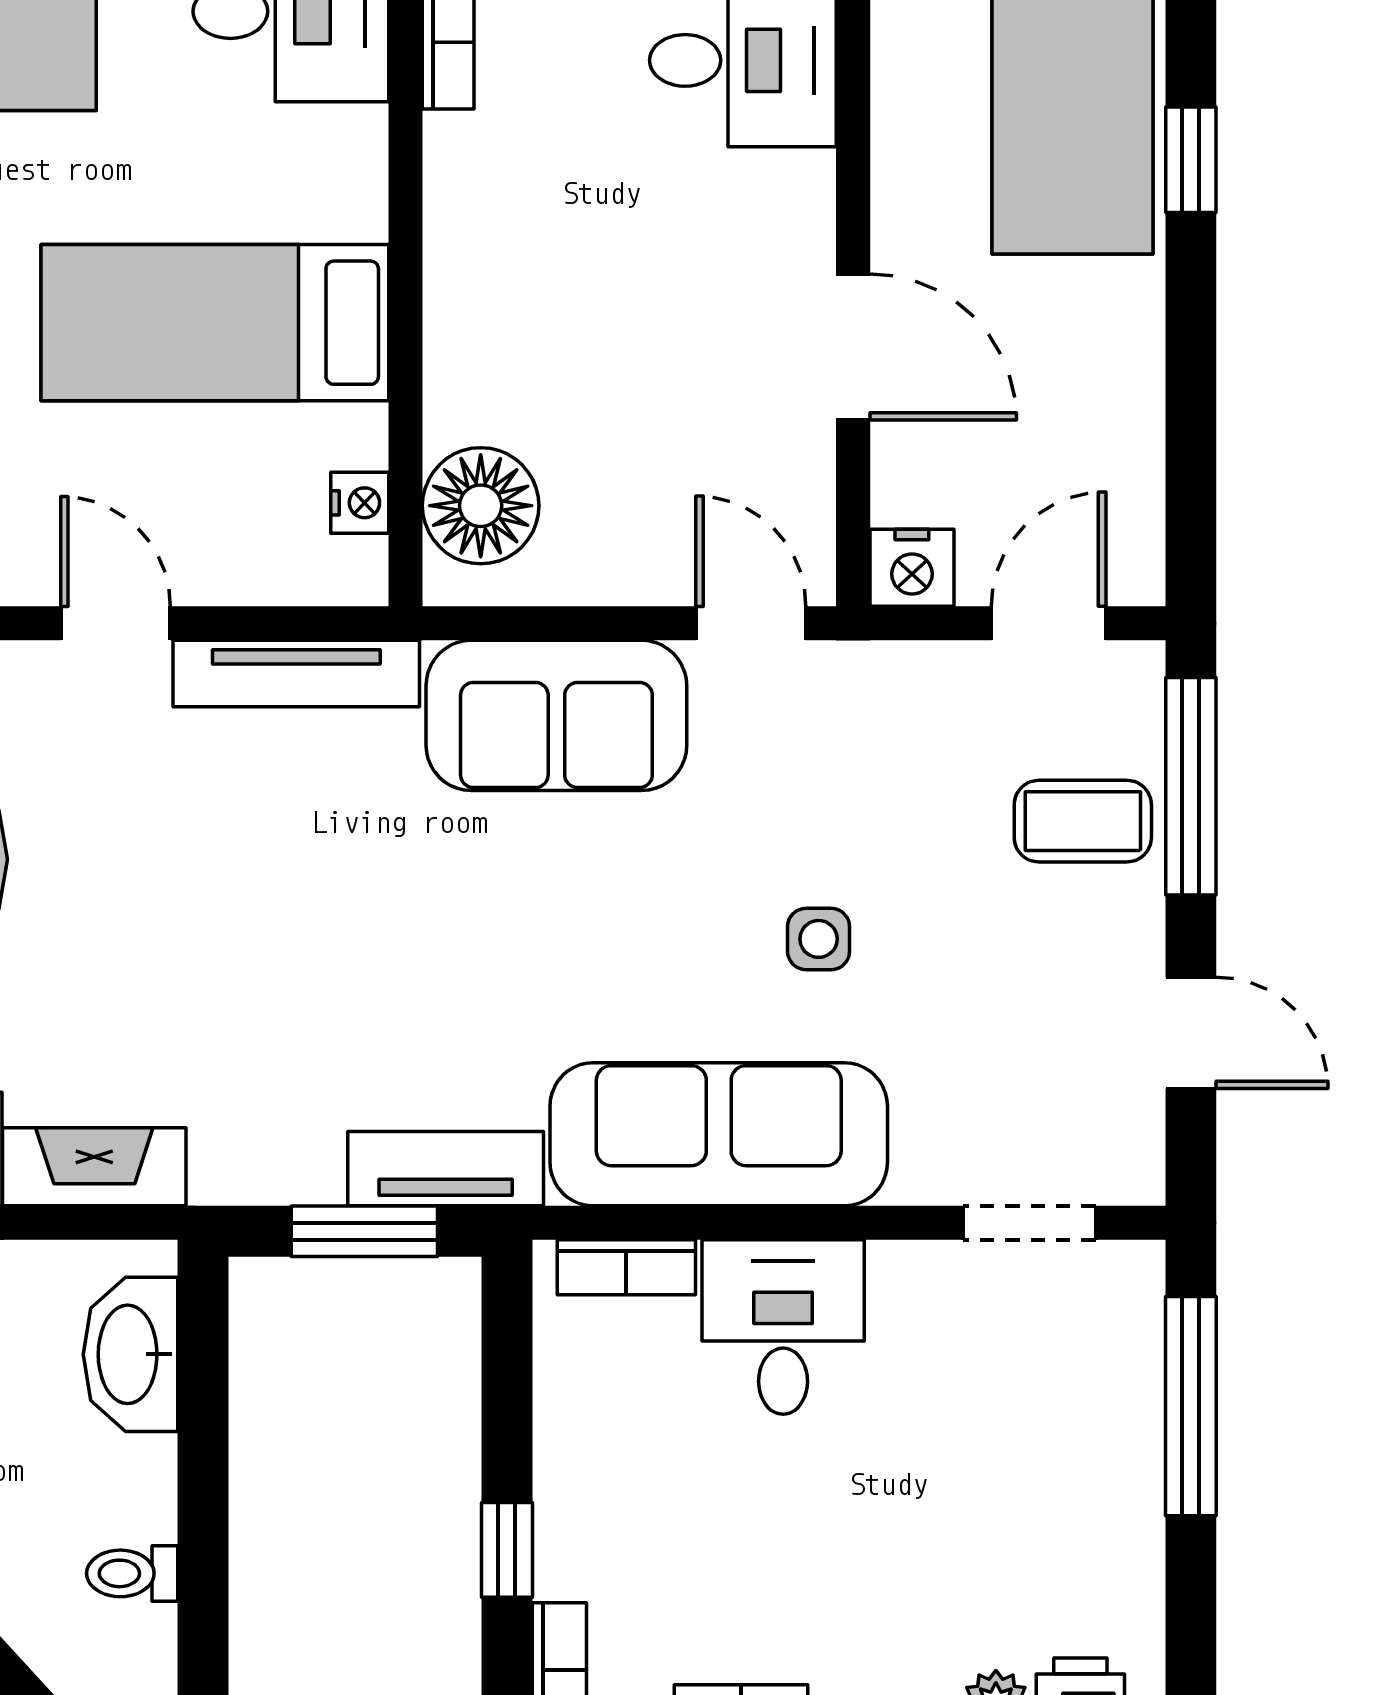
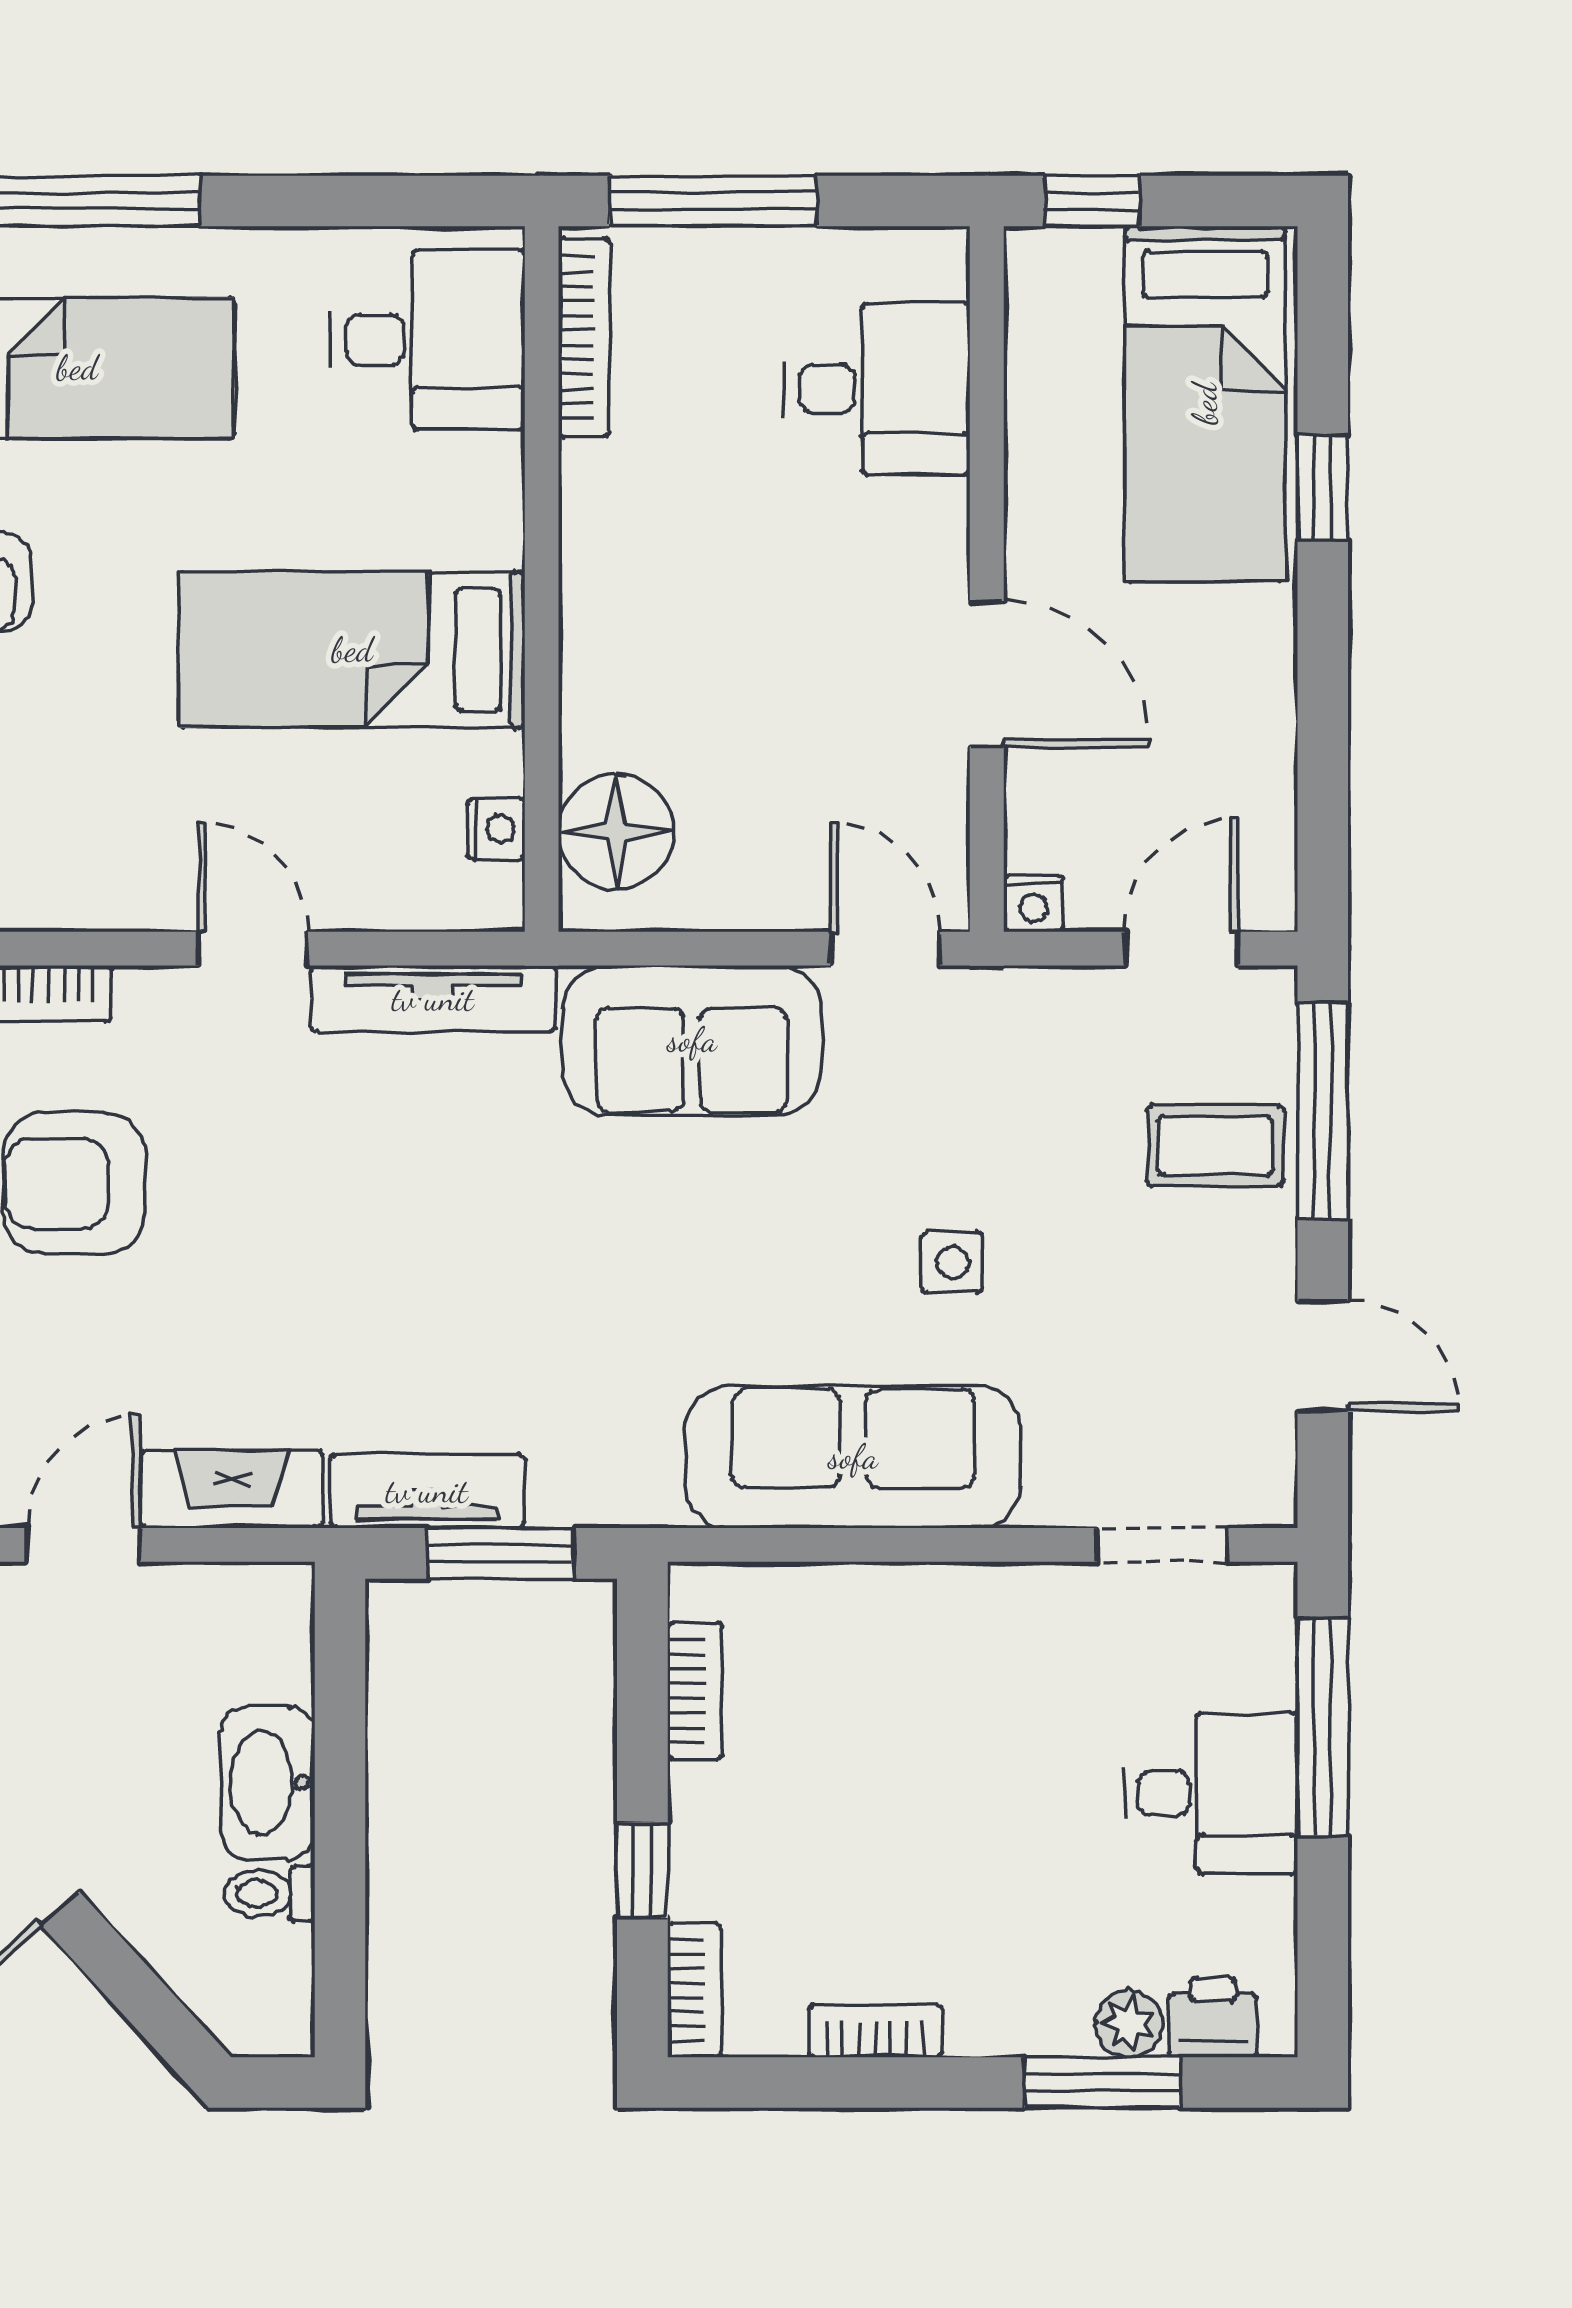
nightstand: (912, 568) -> (1034, 903), width x0.72, depth x0.74
tv unit: (446, 1169) -> (427, 1491), moved
bookcase: (626, 1267) -> (695, 1691), moved, turned -90
desk: (783, 1327) -> (1211, 1793), moved, turned 90
washbasin: (130, 1354) -> (268, 1782), moved

